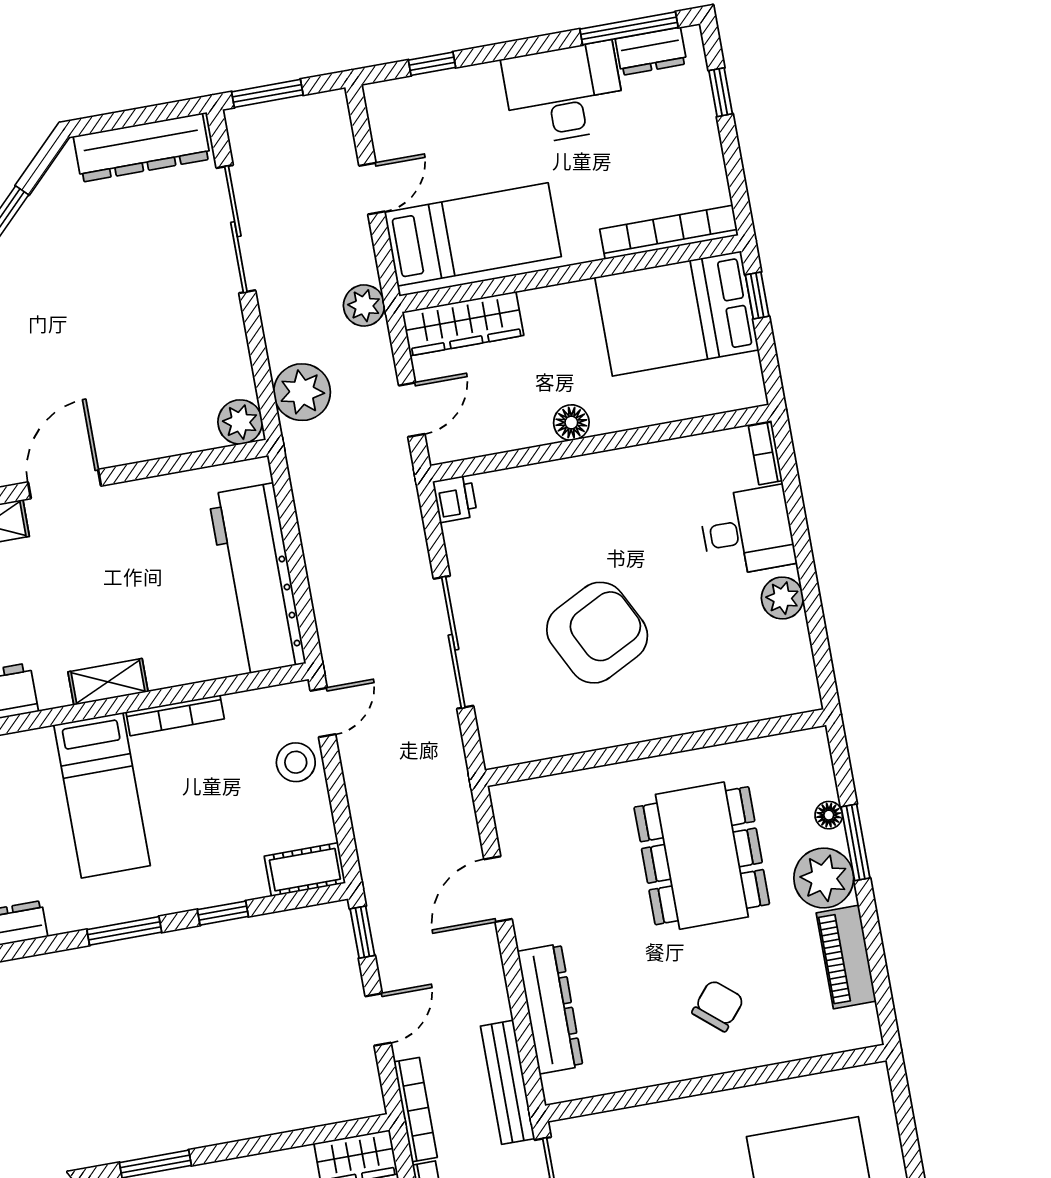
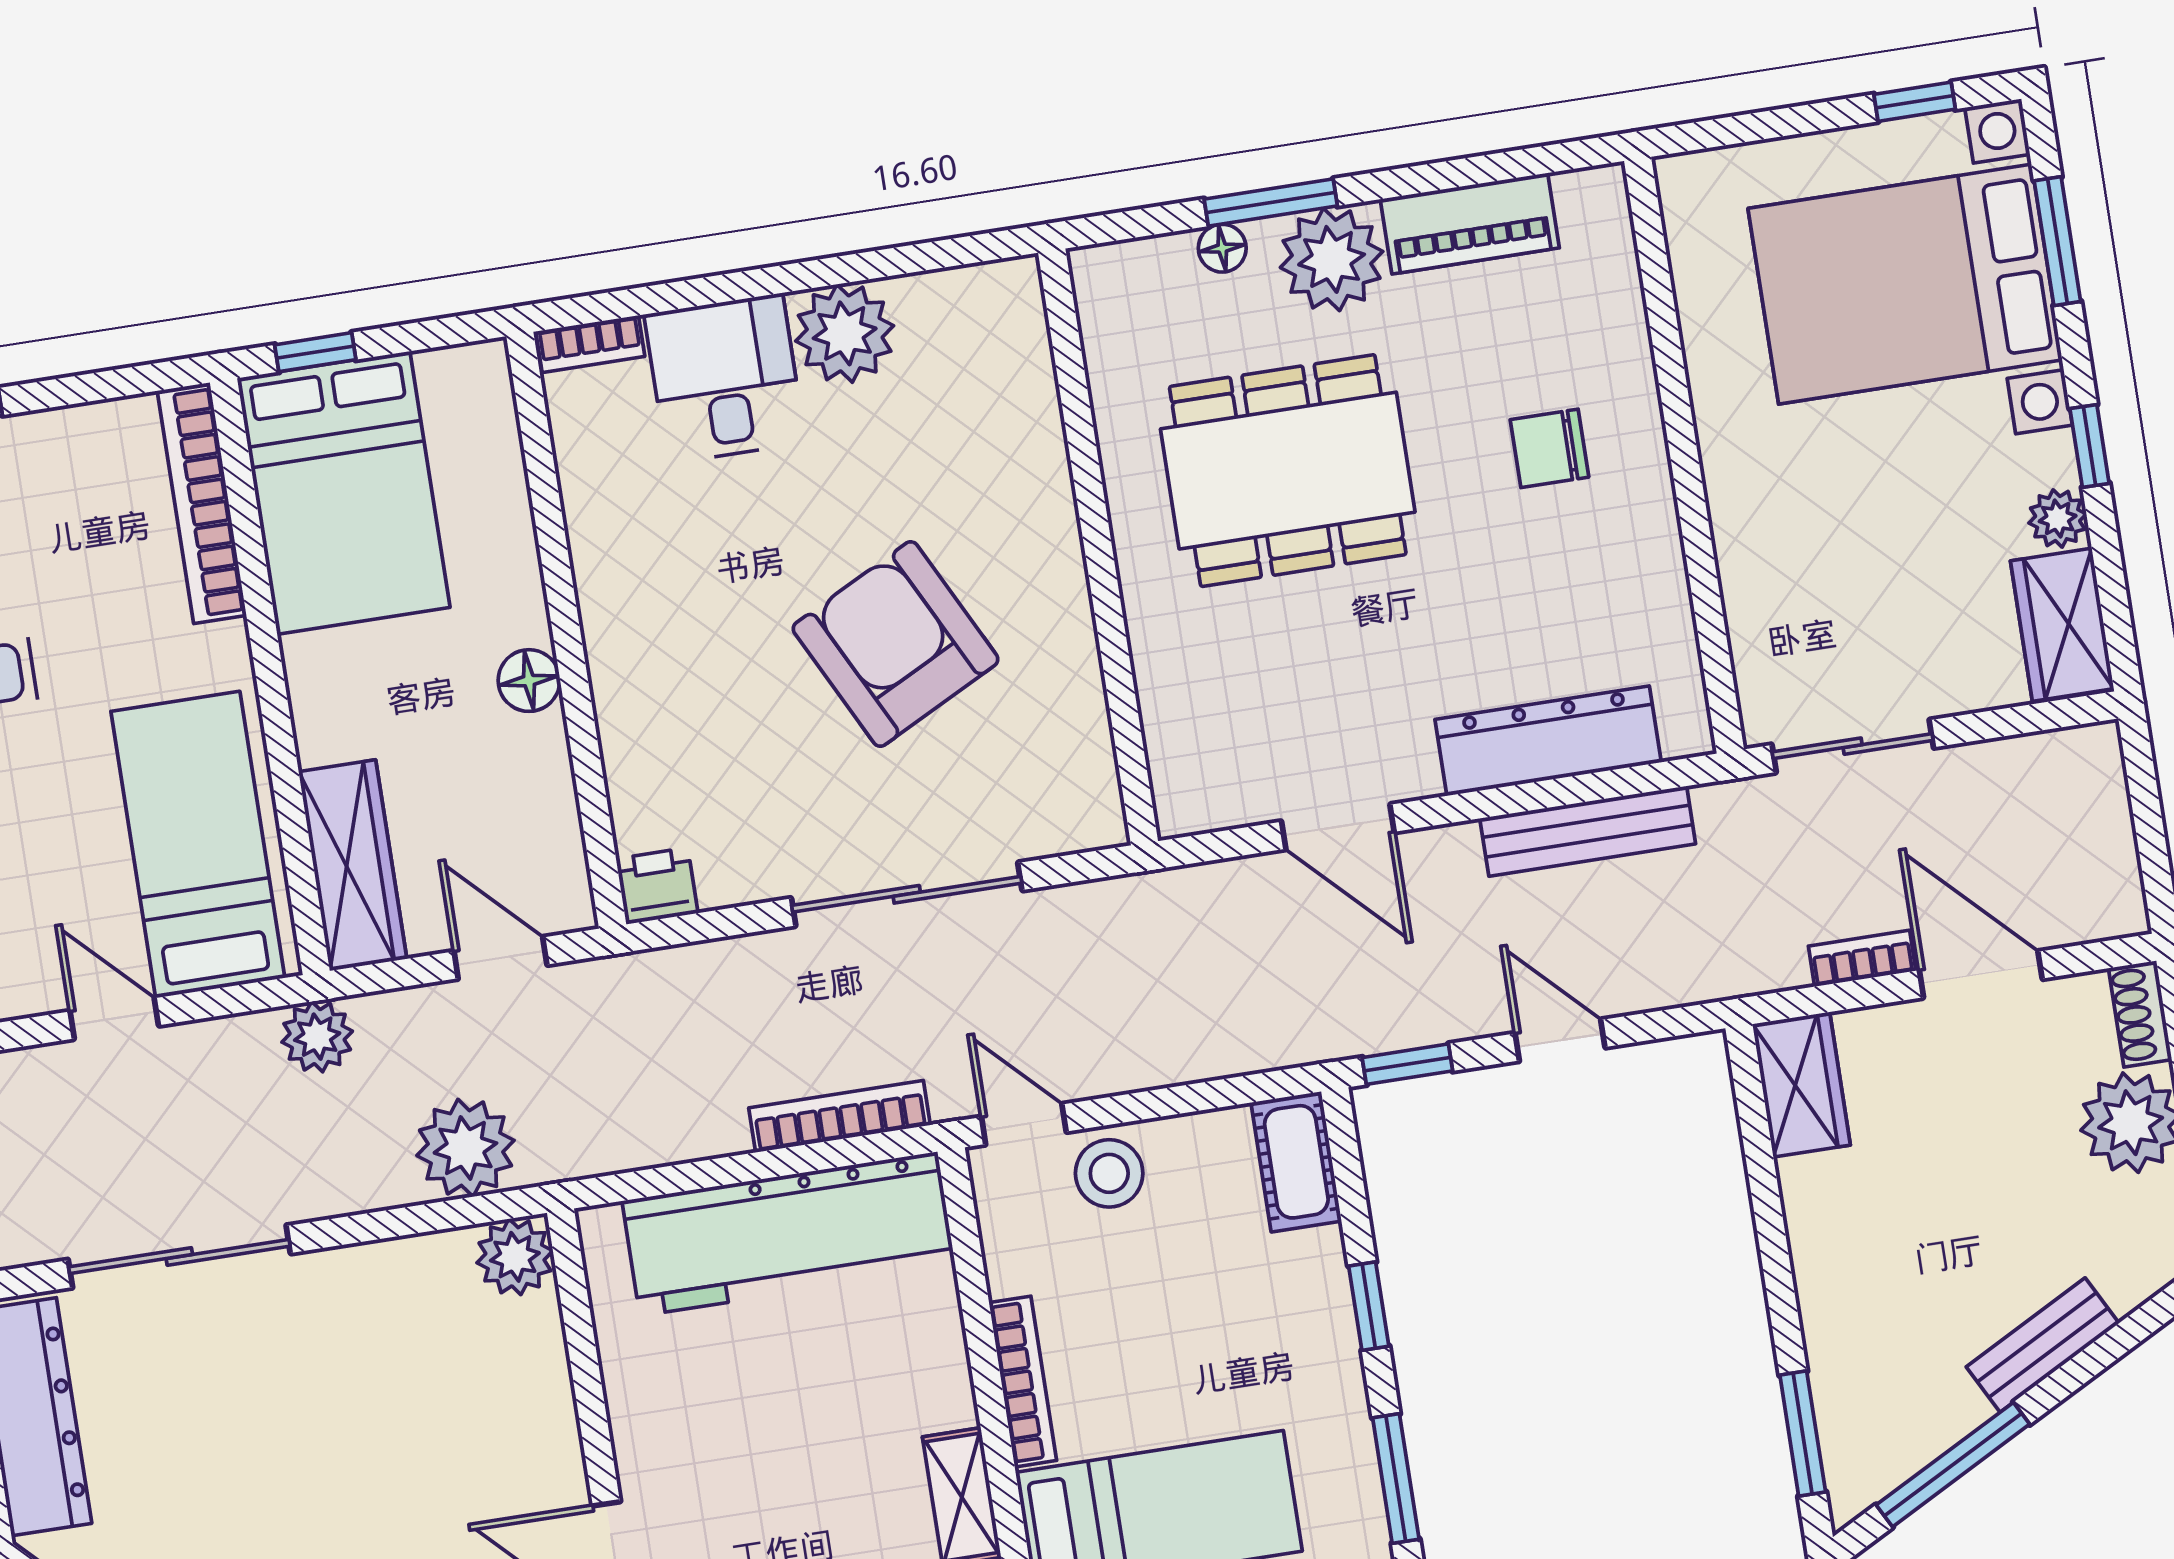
plant: (782, 598) -> (845, 333), width x1.36, depth x1.36
chair: (718, 1006) -> (1549, 448), turned -40
bench: (508, 1082) -> (1588, 831), moved
bookcase: (416, 1110) -> (840, 1116), moved

